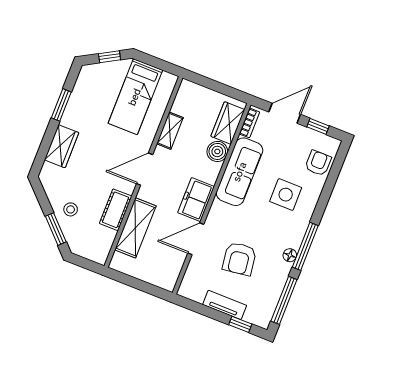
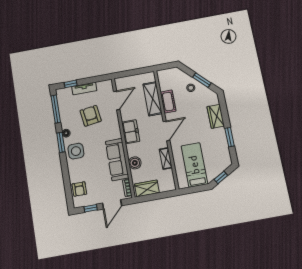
wardrobe: (228, 123) -> (147, 188), moved, turned -90
side table: (286, 195) -> (76, 151), moved
window: (56, 229) -> (202, 80), moved
door: (196, 239) -> (117, 100), moved
window: (305, 246) -> (61, 142), width x0.69

